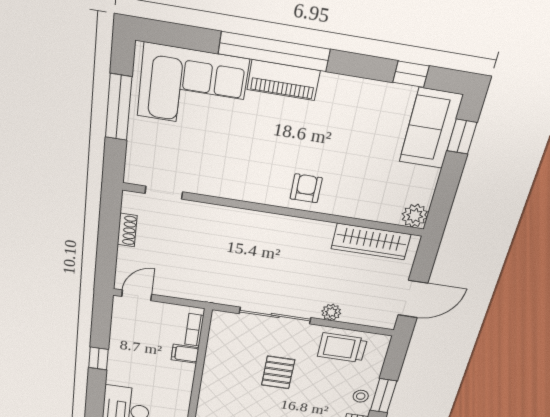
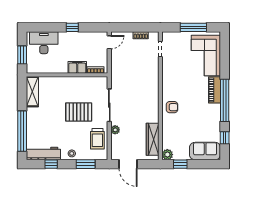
window: (274, 52) -> (225, 100), moved
window: (462, 137) -> (180, 164), moved
door: (137, 295) -> (109, 42), hinge flipped
trolley: (342, 348) -> (97, 139), turned 180
filing cabinet: (185, 354) -> (77, 67), width x2.00
pallet: (278, 372) -> (79, 112), width x1.50, depth x1.42
window: (384, 396) -> (86, 164), moved

